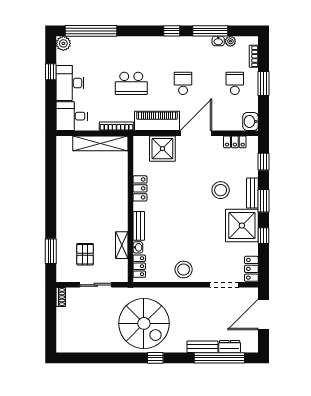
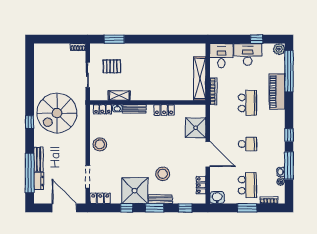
school desk: (131, 83) -> (247, 103), turned 180
school desk: (235, 83) -> (247, 185), width x1.85
piano: (157, 121) -> (277, 91), moved, turned 180

